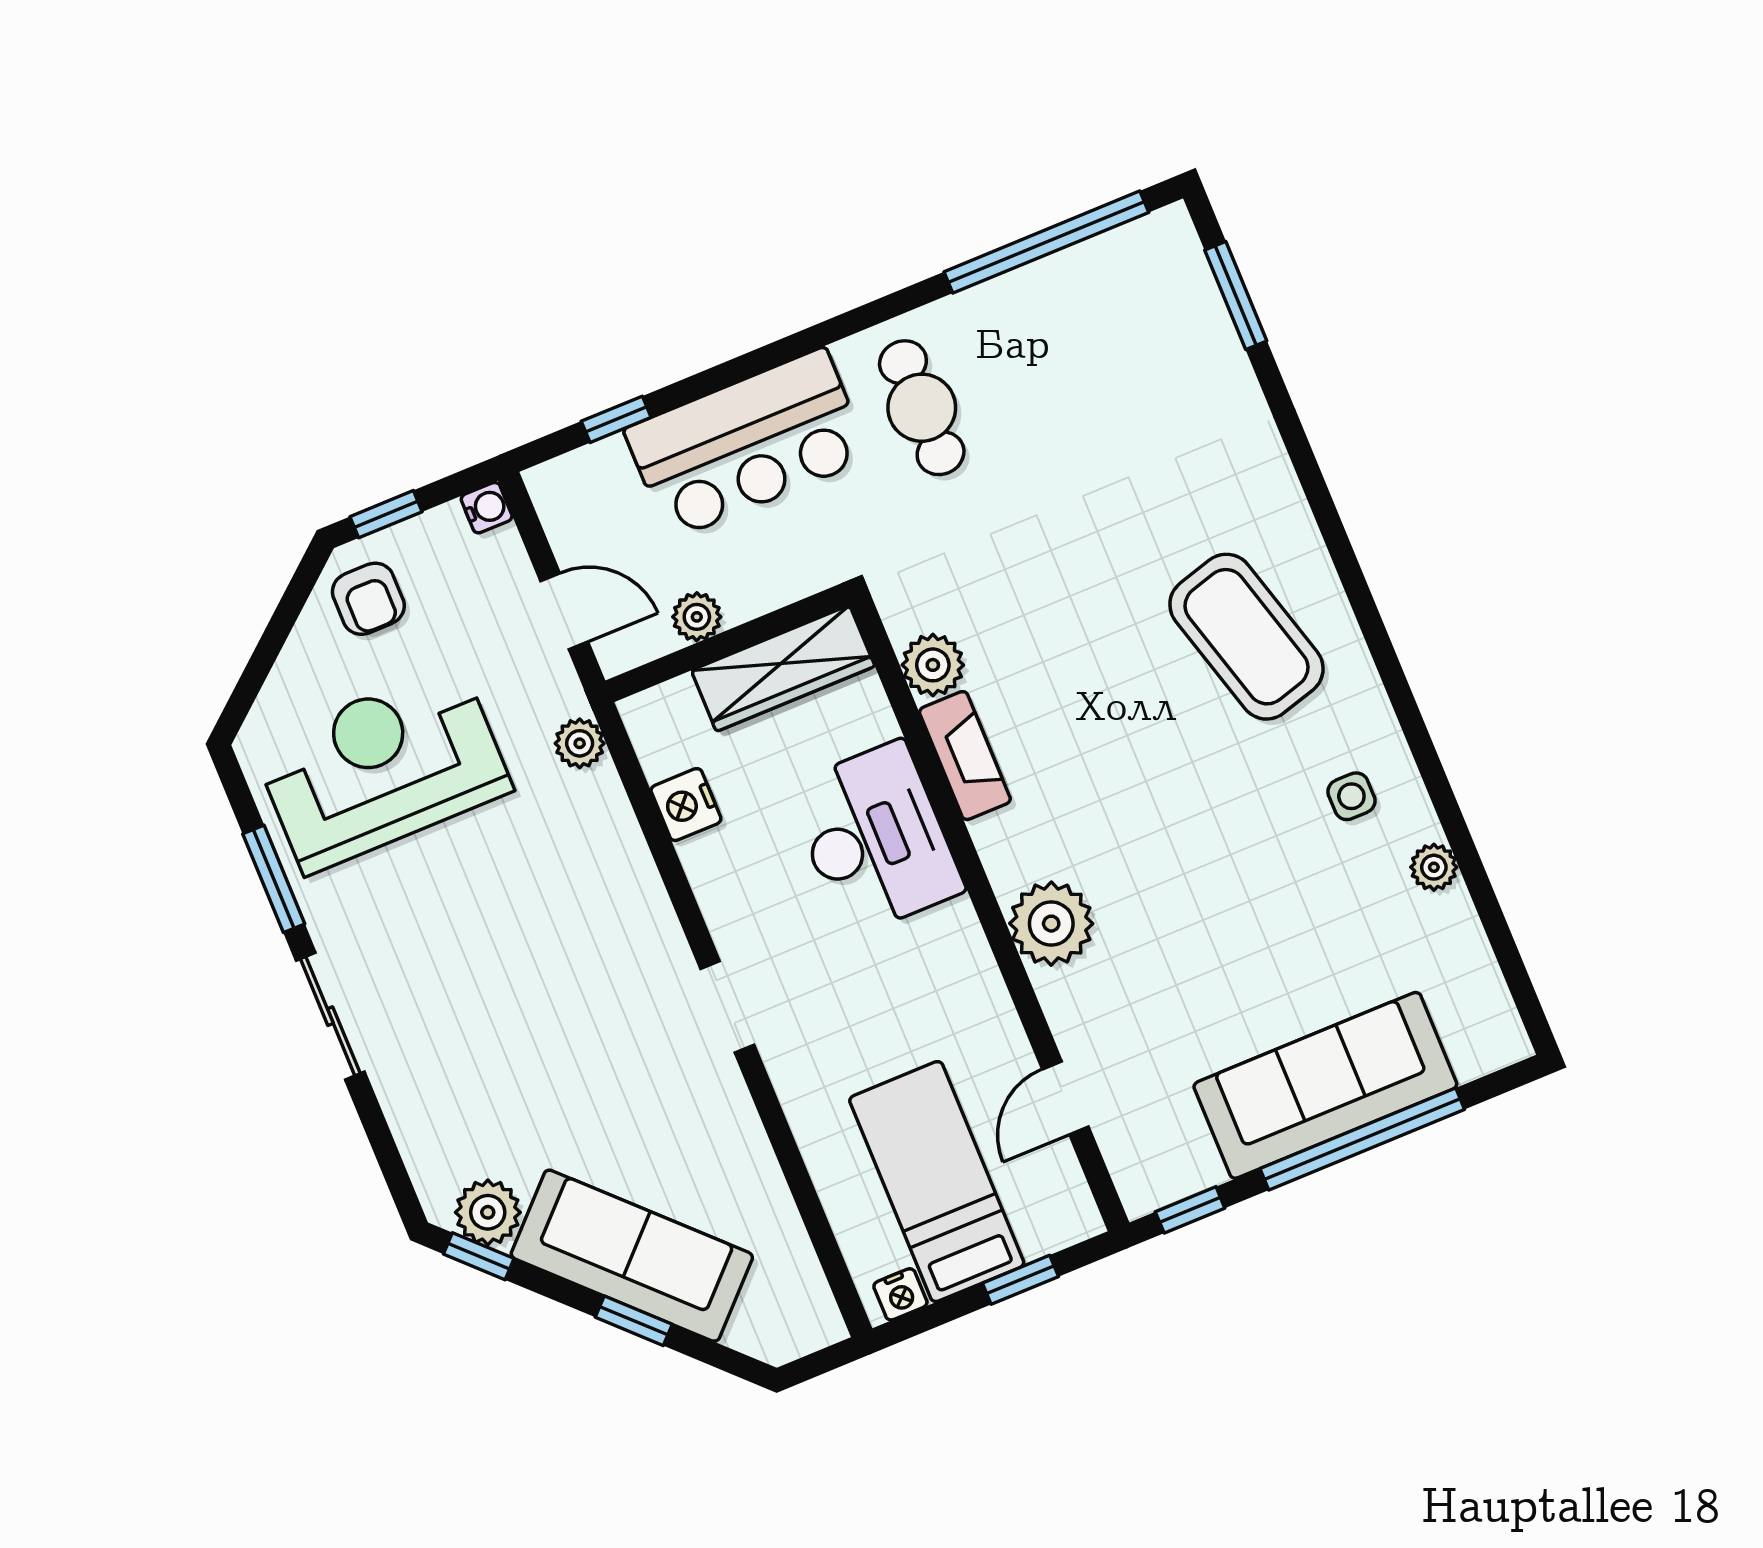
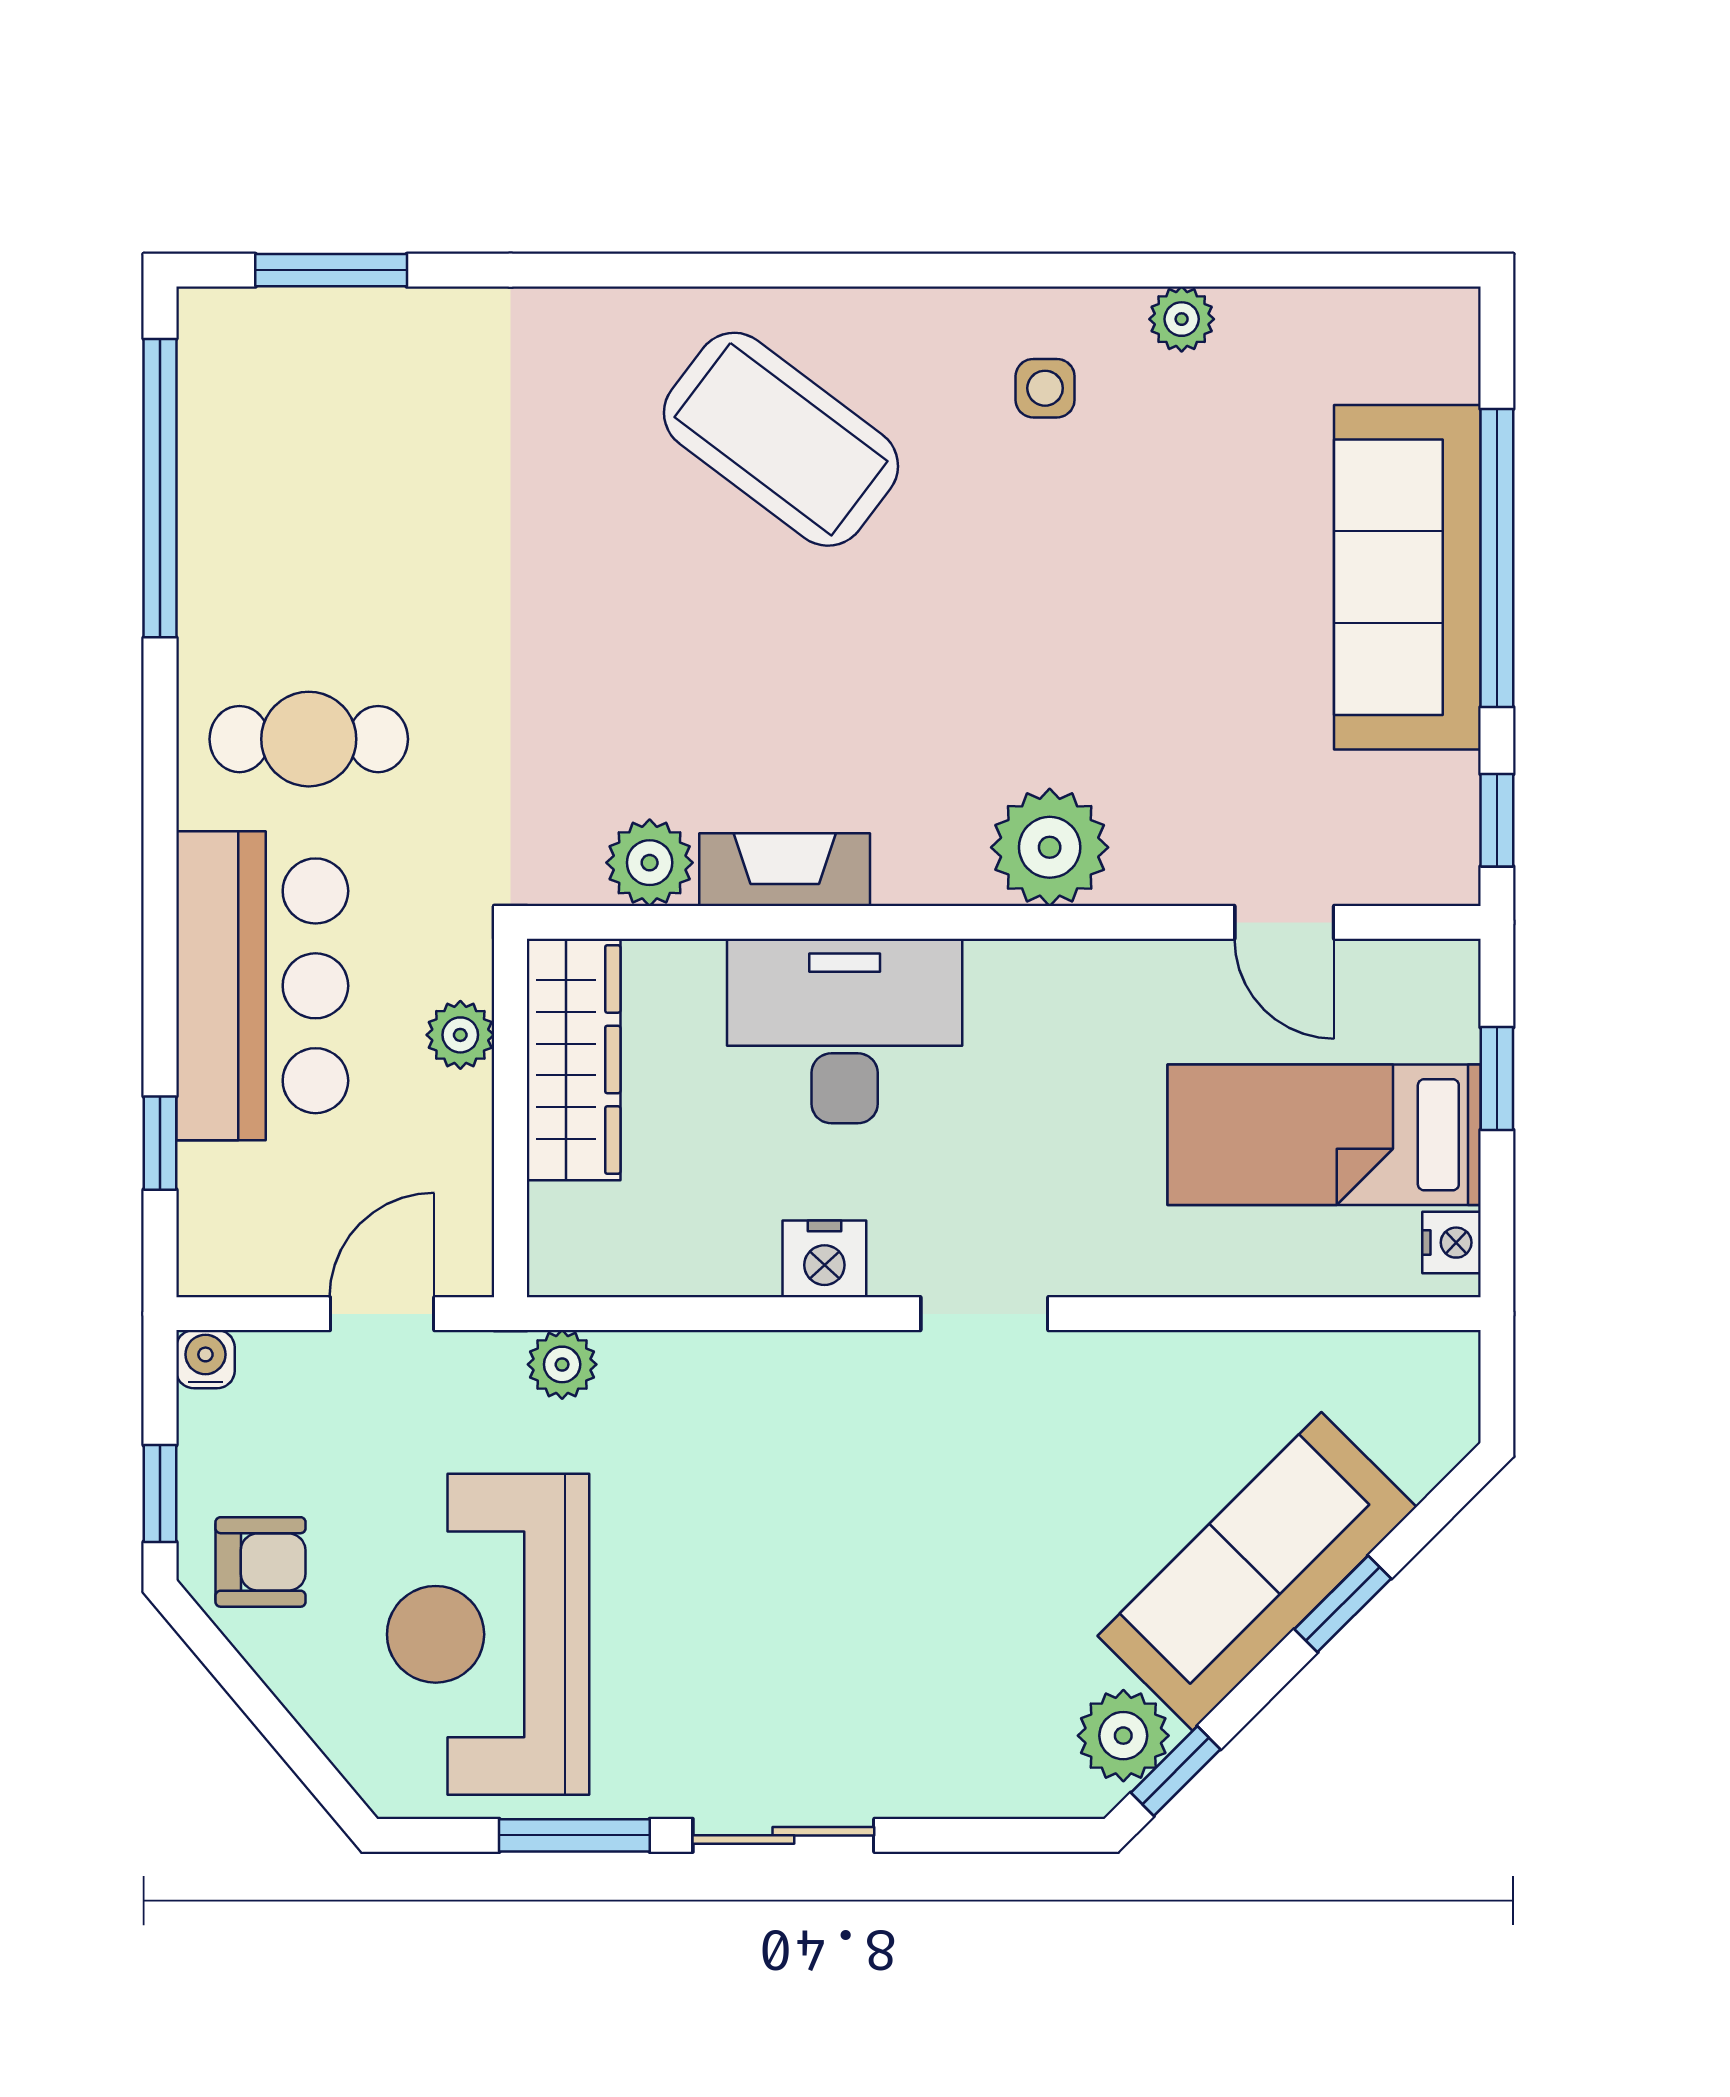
plant: (697, 617) -> (460, 1035), moved
coffee table: (1246, 637) -> (781, 439), turned 53
nightstand: (686, 805) -> (824, 1259), moved

